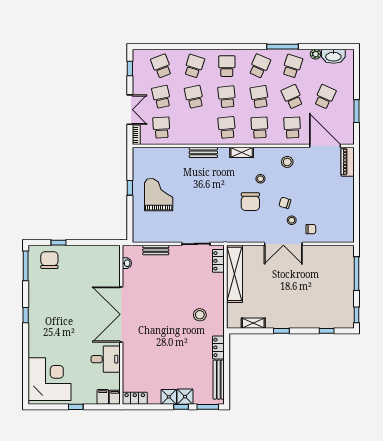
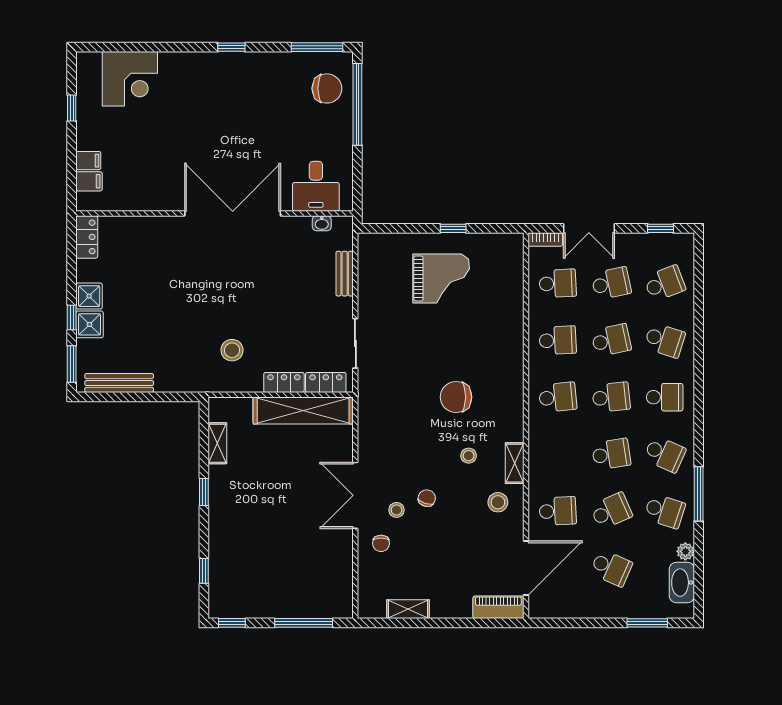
window: (357, 111) -> (647, 623), moved
school desk: (260, 128) -> (558, 340), moved
bench: (203, 152) -> (515, 356), removed
shelving: (242, 152) -> (515, 463), moved
chair: (250, 202) -> (456, 397), moved
shelving: (349, 214) -> (408, 609), added
window: (59, 243) -> (357, 104), width x3.17
locker: (218, 347) -> (284, 382), moved
desk: (106, 359) -> (316, 186), moved
corner desk: (50, 379) -> (130, 79), width x0.74, depth x0.74
filing cabinet: (115, 397) -> (88, 161), moved
window: (76, 407) -> (72, 108), moved

